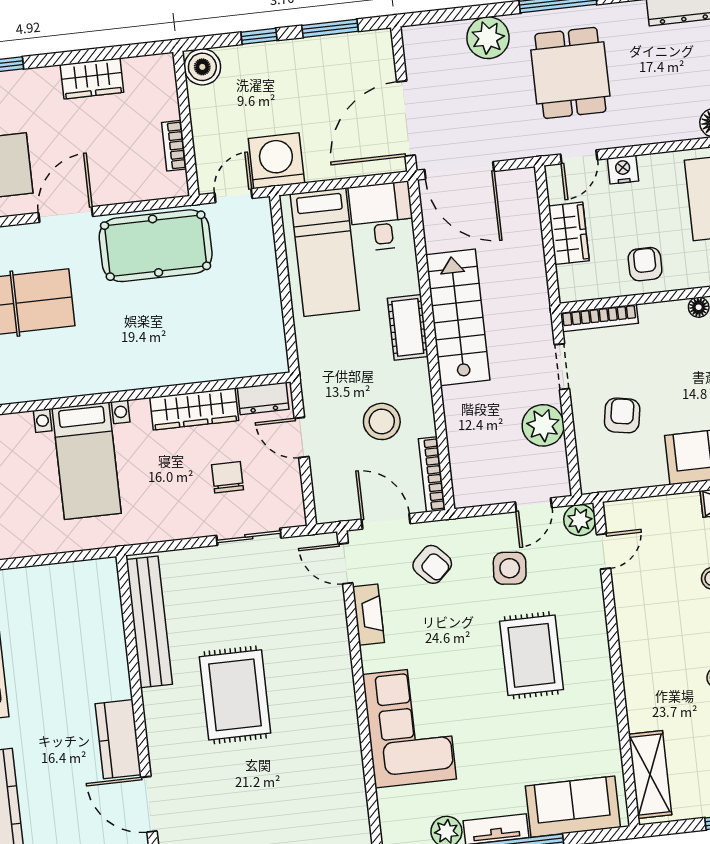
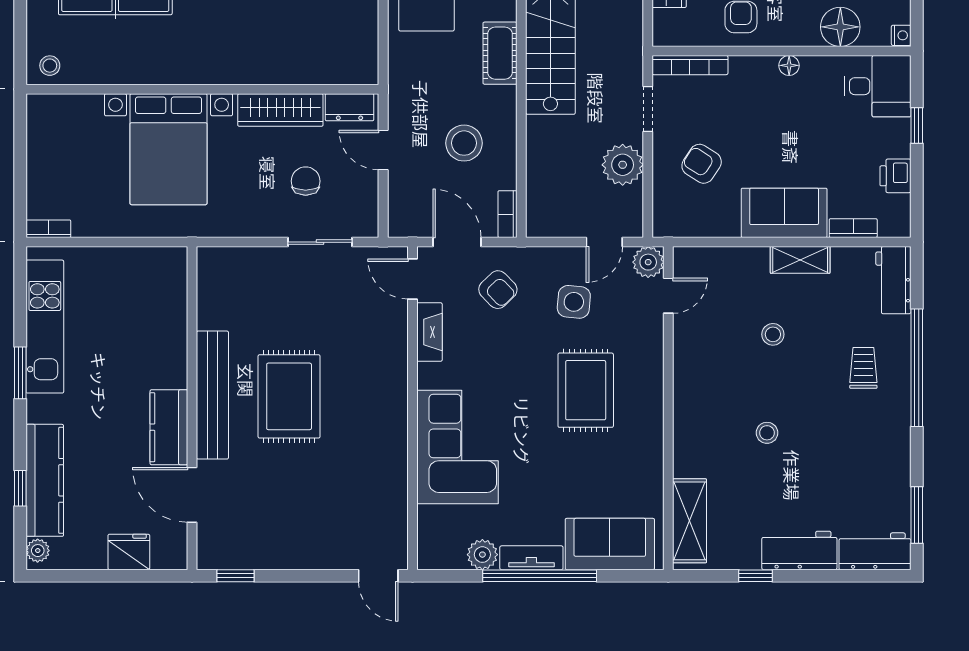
armchair: (622, 415) -> (702, 164), turned -67
bed with nightstands: (87, 461) -> (169, 149), width x1.36
bookcase: (432, 474) -> (507, 214), width x0.64
bench: (149, 622) -> (212, 395), moved

